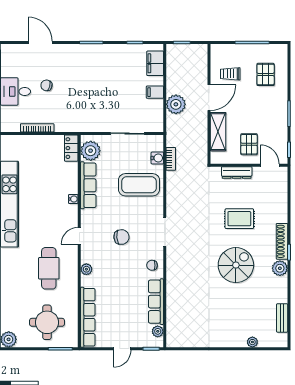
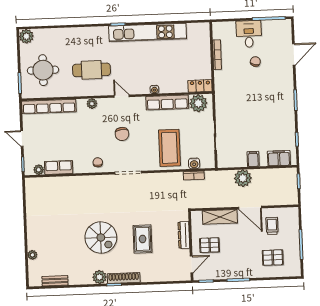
row of seats: (156, 302) -> (59, 167), width x0.68

